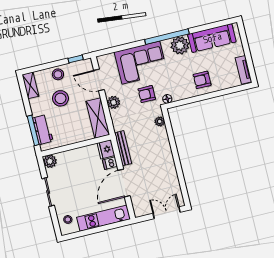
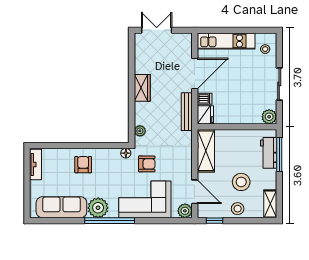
armchair: (202, 80) -> (83, 165), turned -90
plant: (113, 102) -> (185, 211), moved
wardrobe: (167, 159) -> (142, 88), added
double door: (167, 213) -> (157, 30), swing flipped

